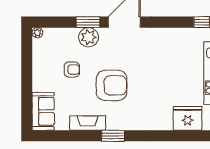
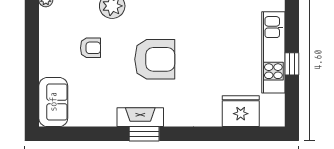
armchair: (112, 85) -> (155, 59), moved
fireplace: (88, 123) -> (140, 117), moved

